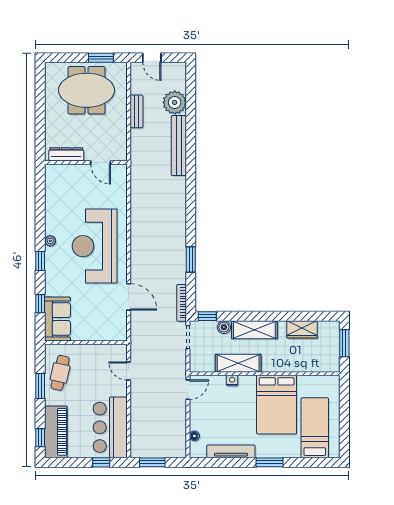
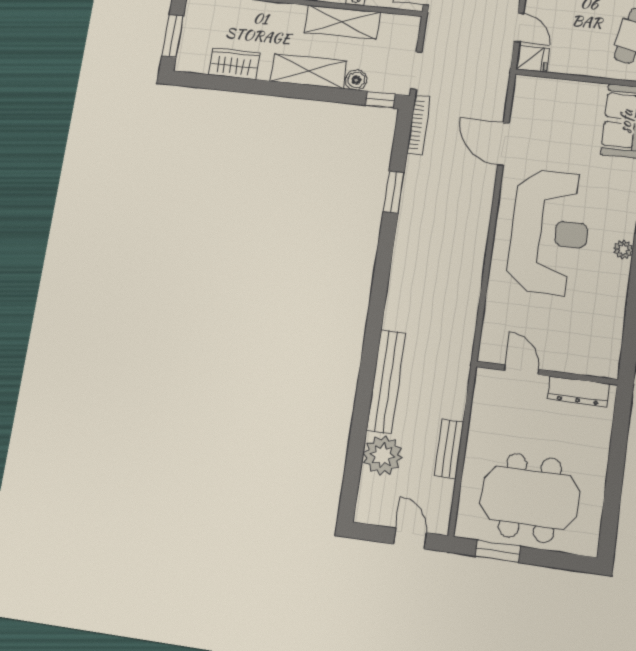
fridge: (118, 352) -> (533, 59), added

